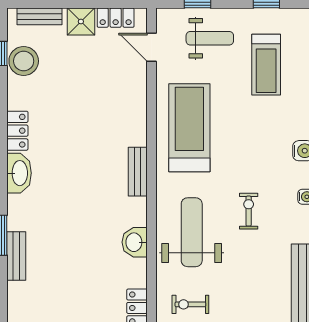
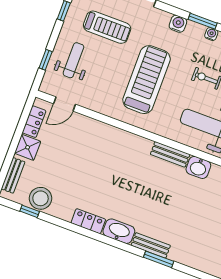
treadmill: (189, 128) -> (147, 80), moved, turned 90
bench: (138, 172) -> (170, 154), moved
bench: (16, 256) -> (151, 245), moved

